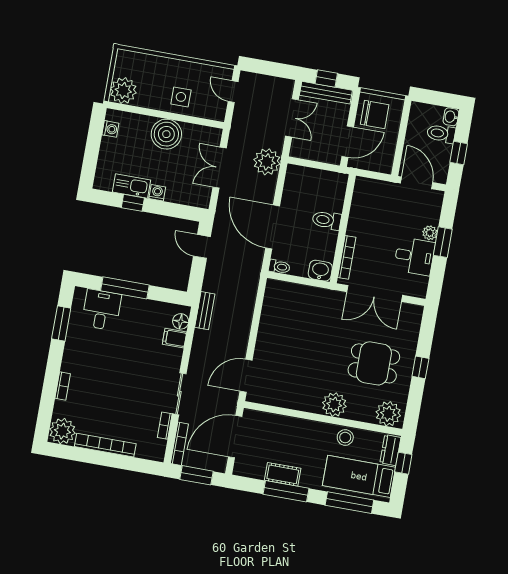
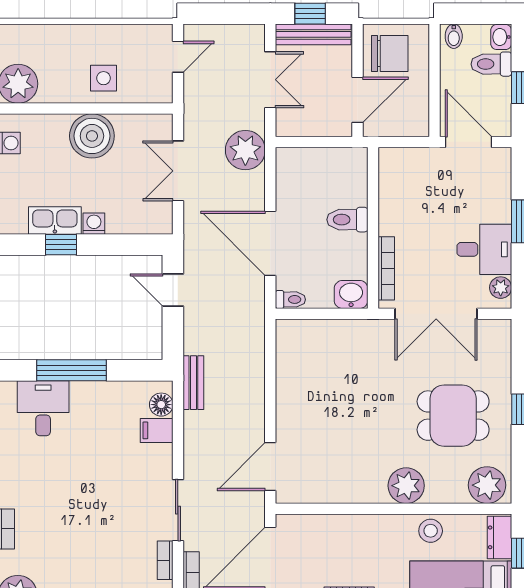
door: (233, 92) -> (178, 57), swing flipped
bidet: (419, 111) -> (454, 36), added
plant: (430, 233) -> (501, 288), moved

